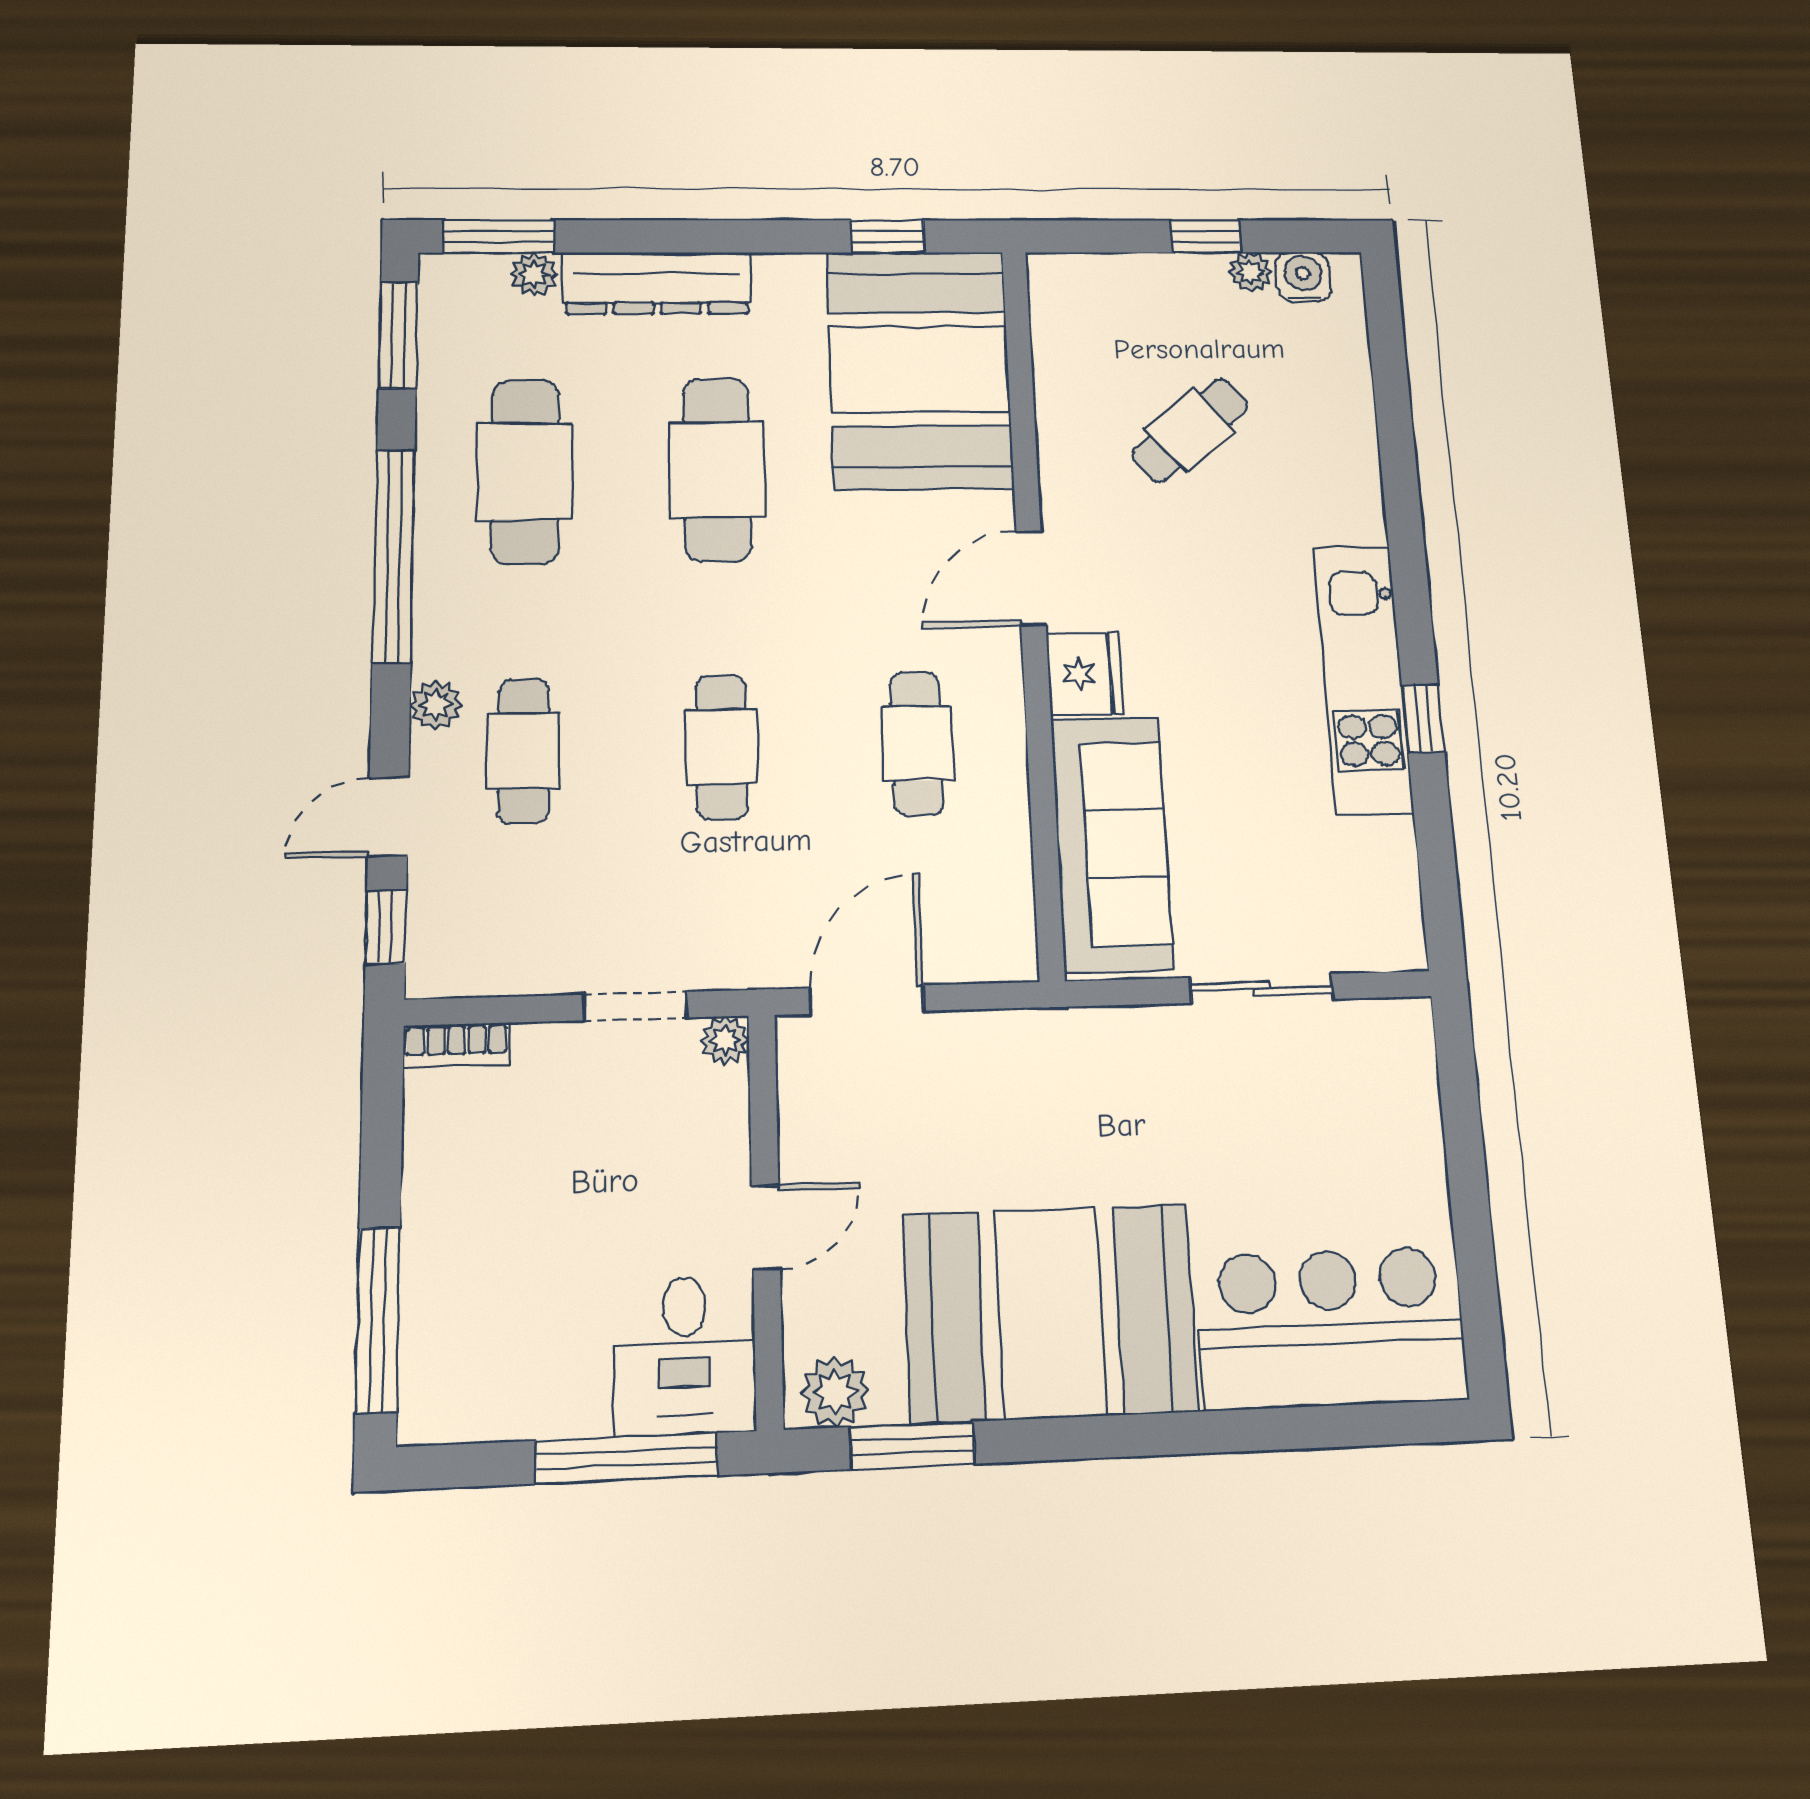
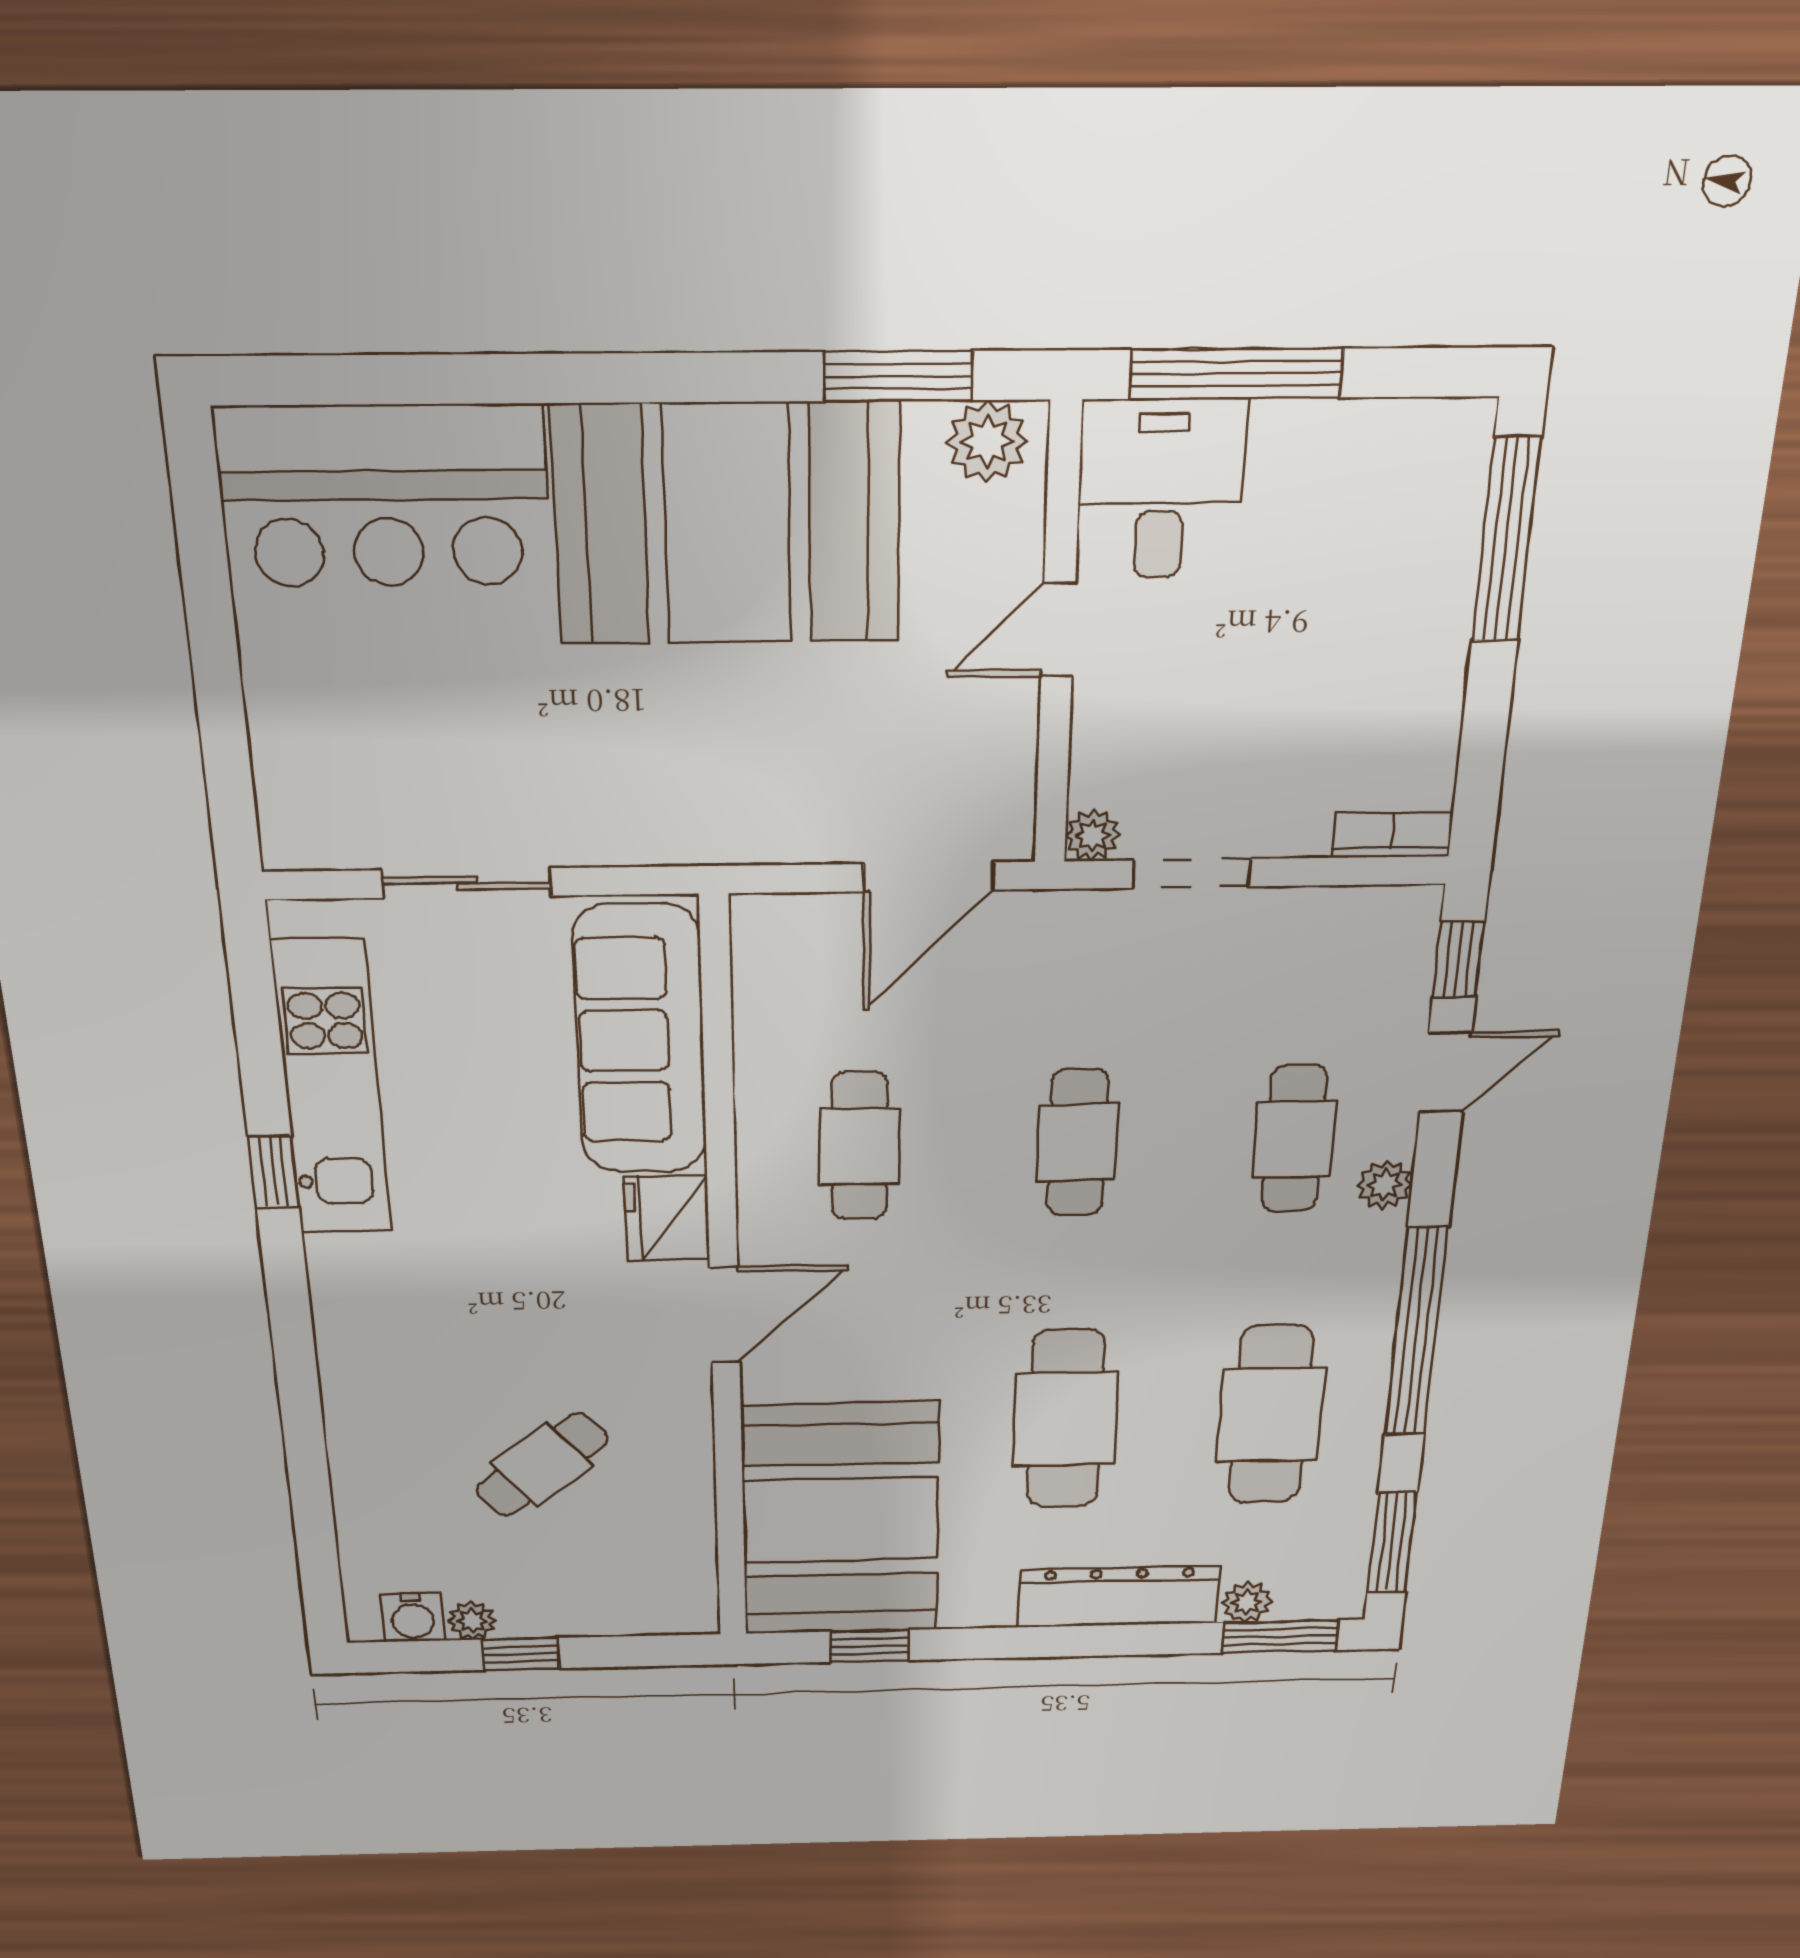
kitchen unit: (1363, 678) -> (332, 1089), moved

